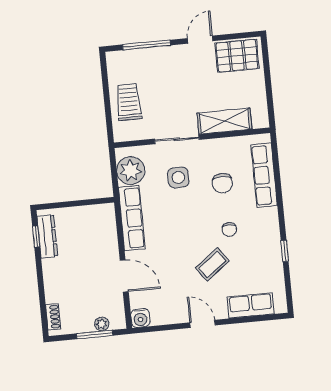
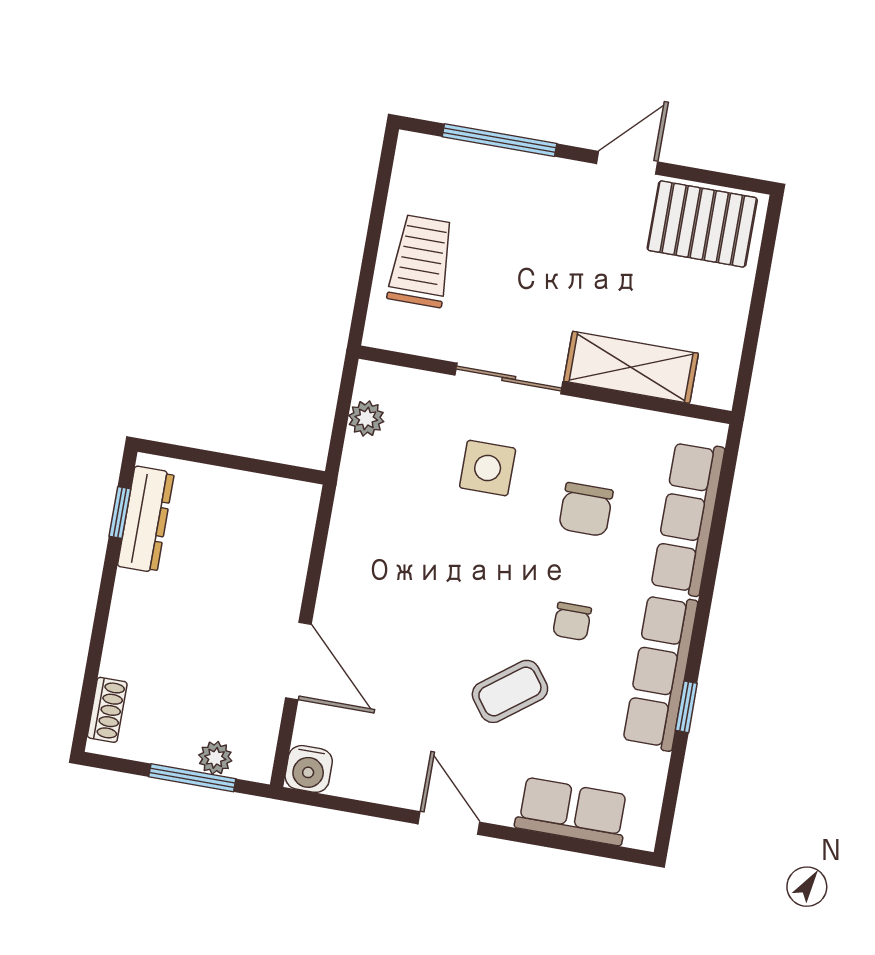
plant: (131, 171) -> (366, 418), width x0.53, depth x0.53
row of seats: (132, 218) -> (660, 672), moved, turned 180

